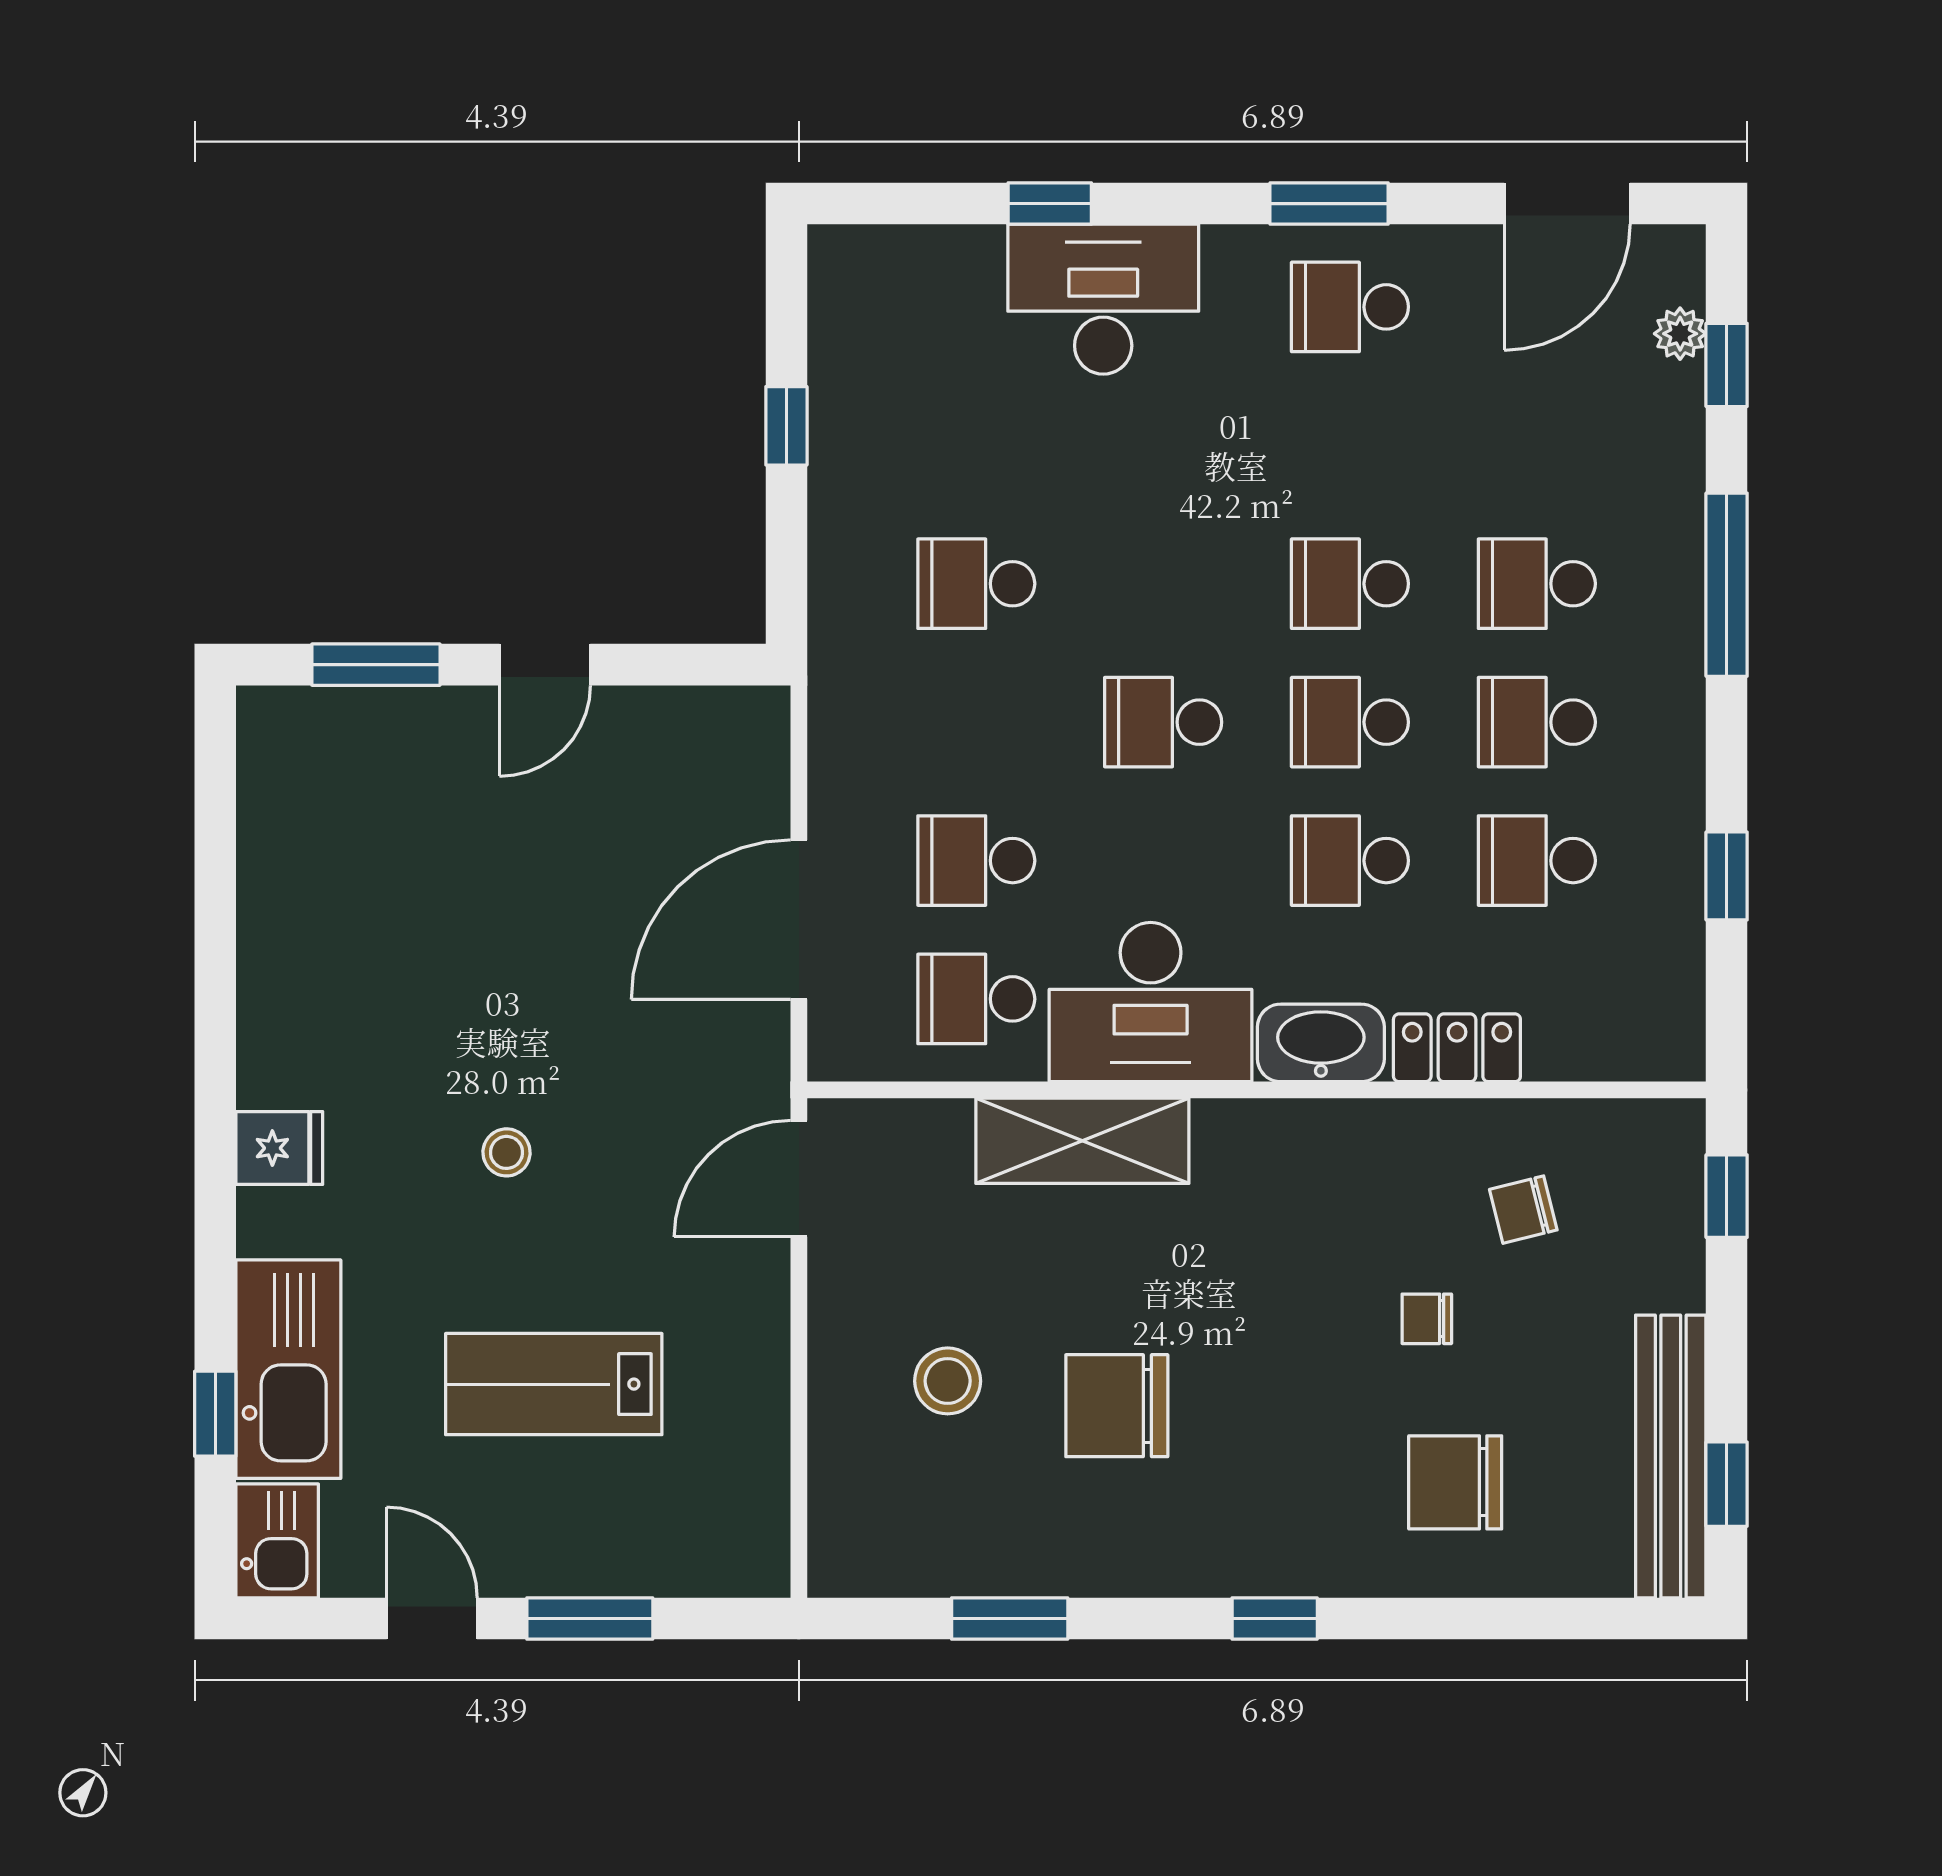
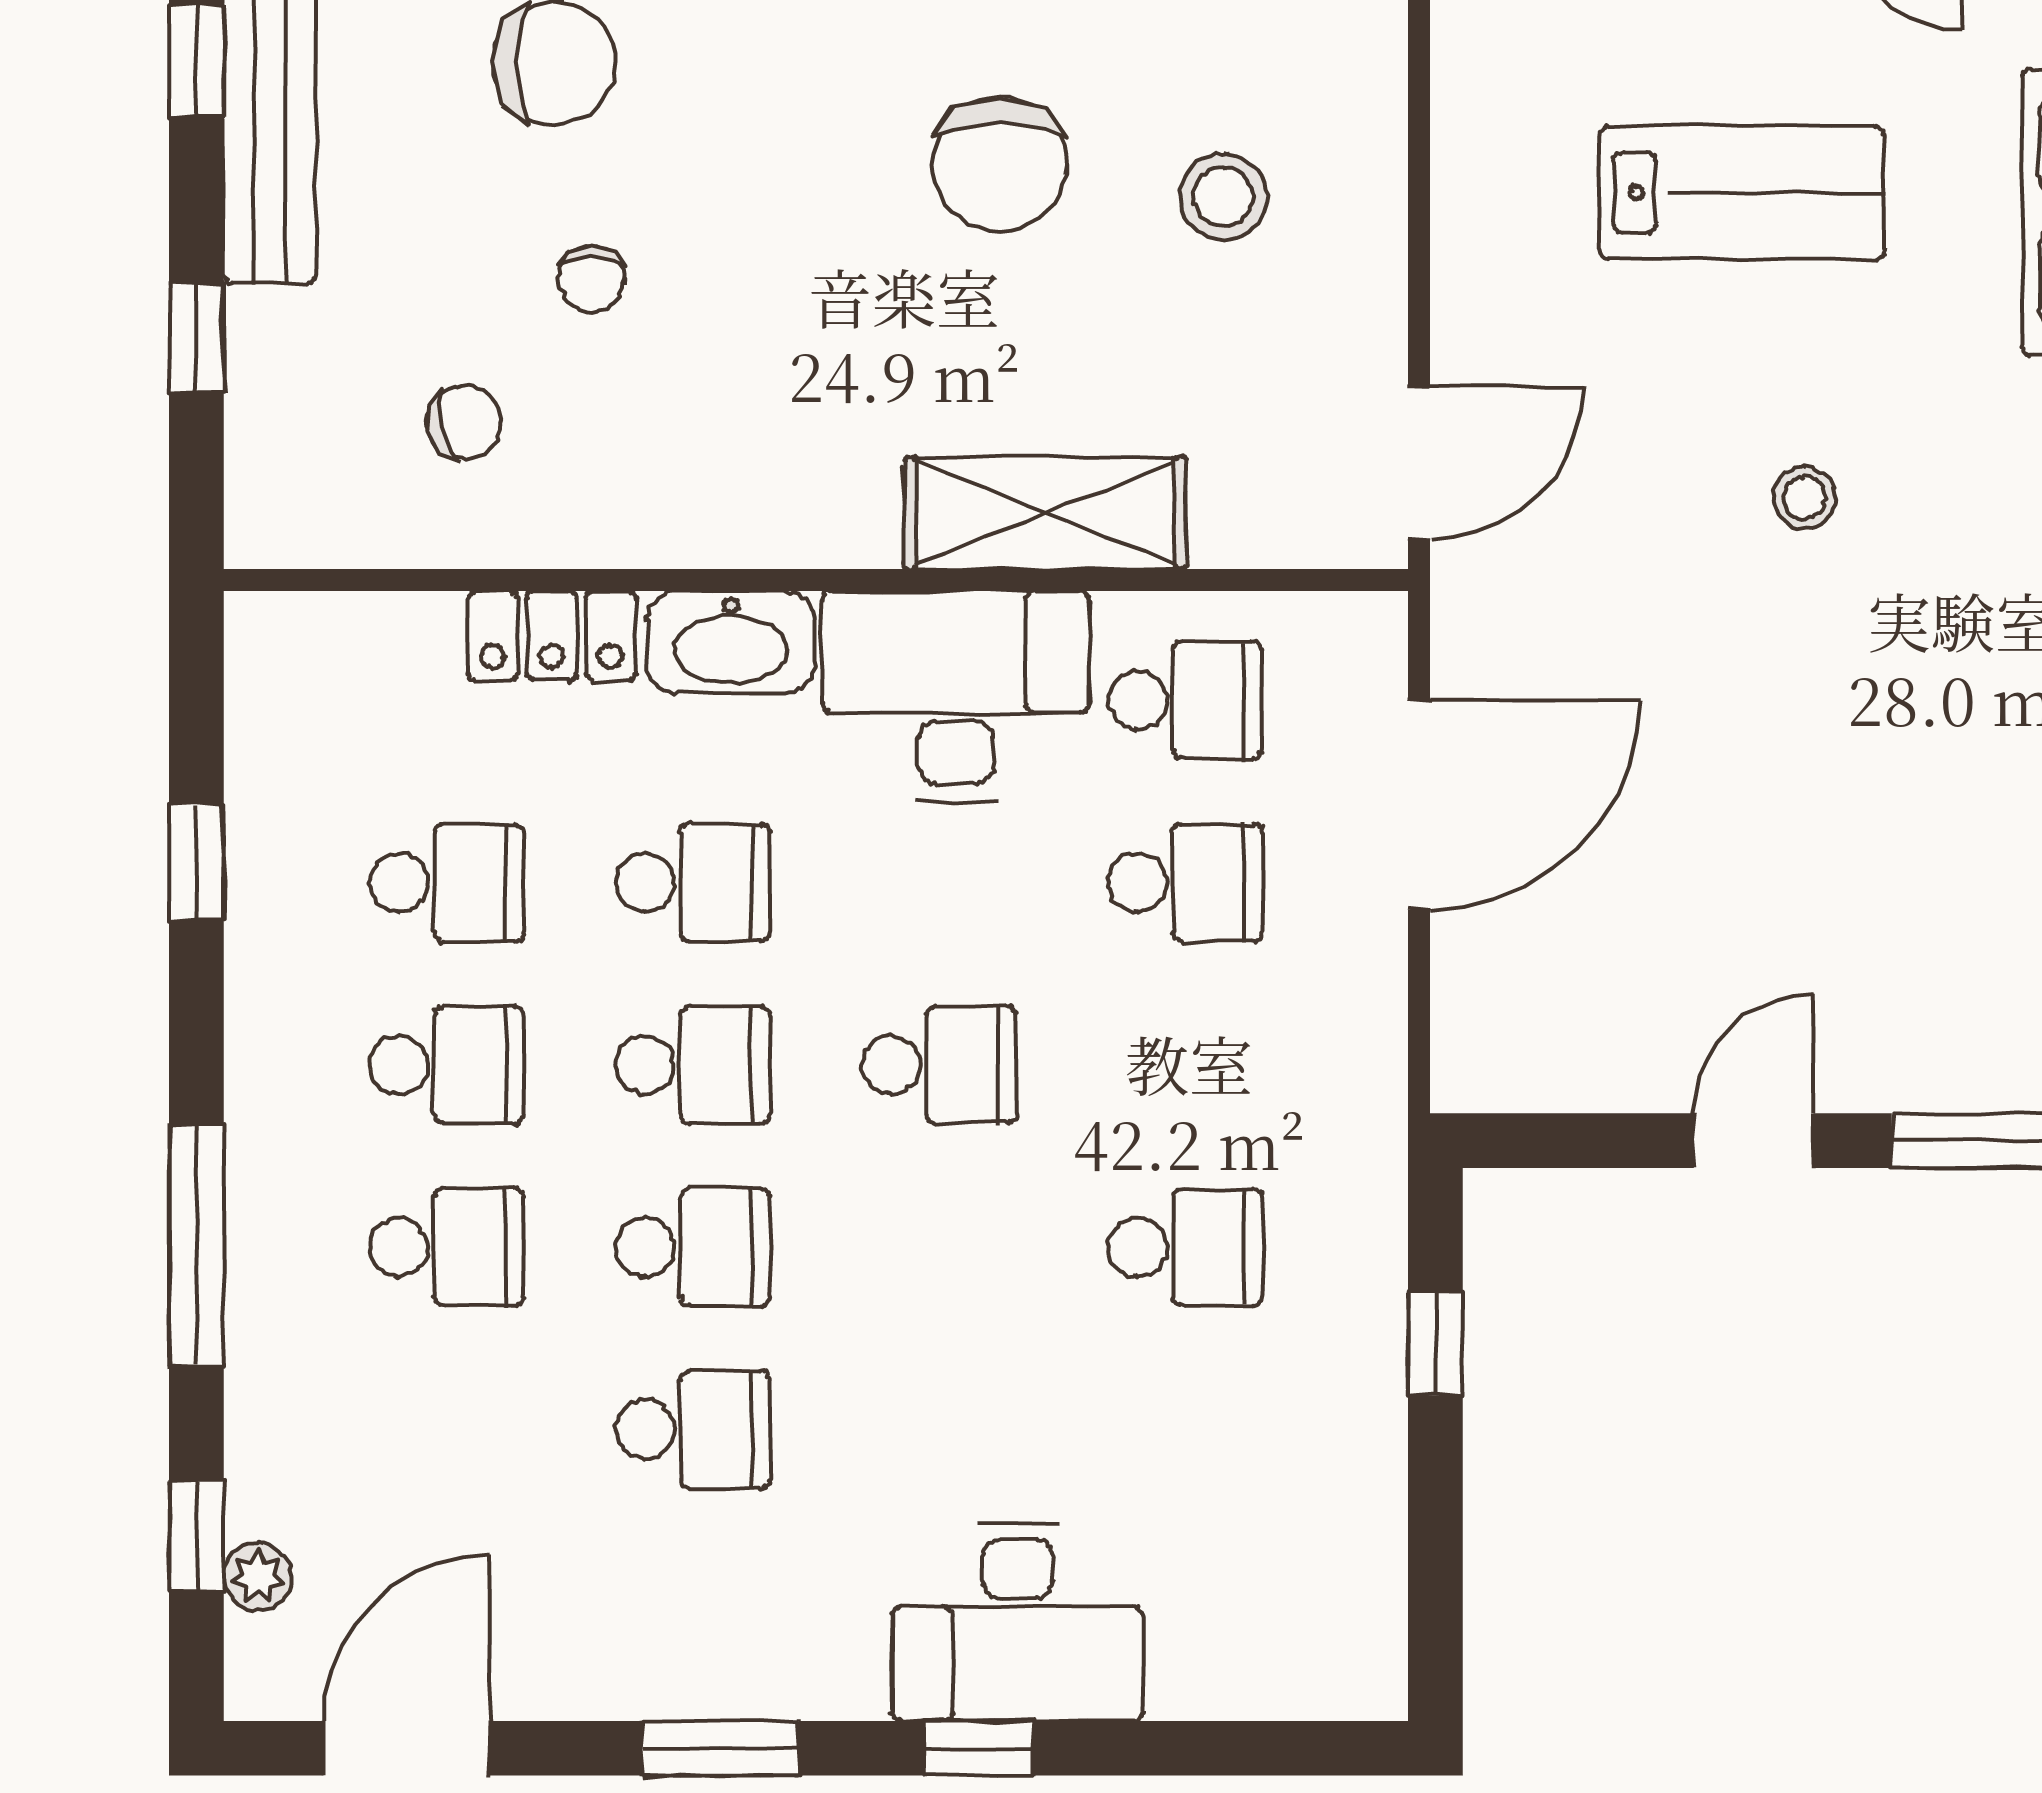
window: (1050, 204) -> (978, 1748), moved
school desk: (1350, 307) -> (693, 1430), moved
window: (786, 426) -> (1435, 1344), moved
window: (1727, 1196) -> (196, 338), moved
chair: (1427, 1319) -> (591, 279), turned 90
chair: (1117, 1406) -> (1000, 164), turned 90

